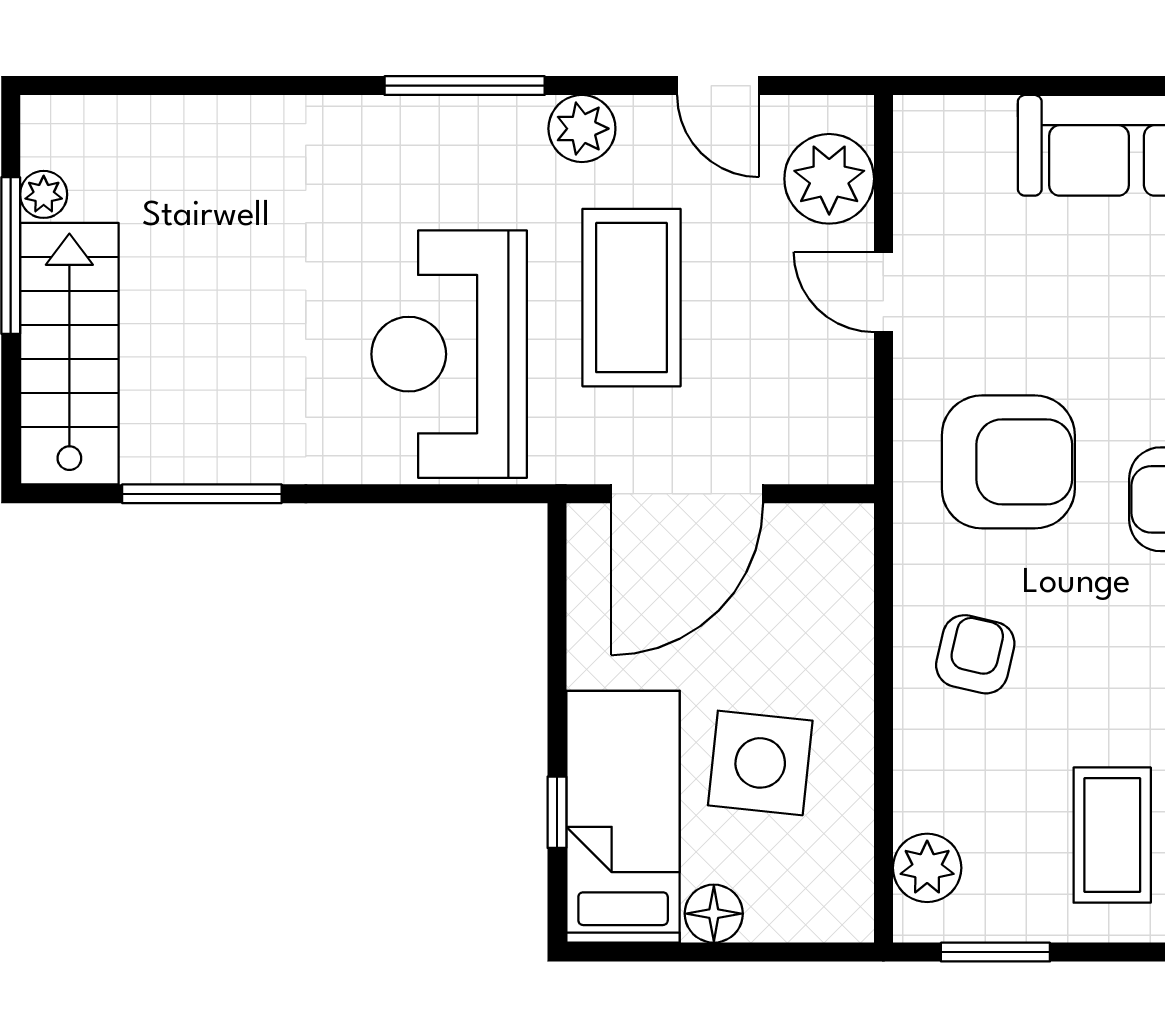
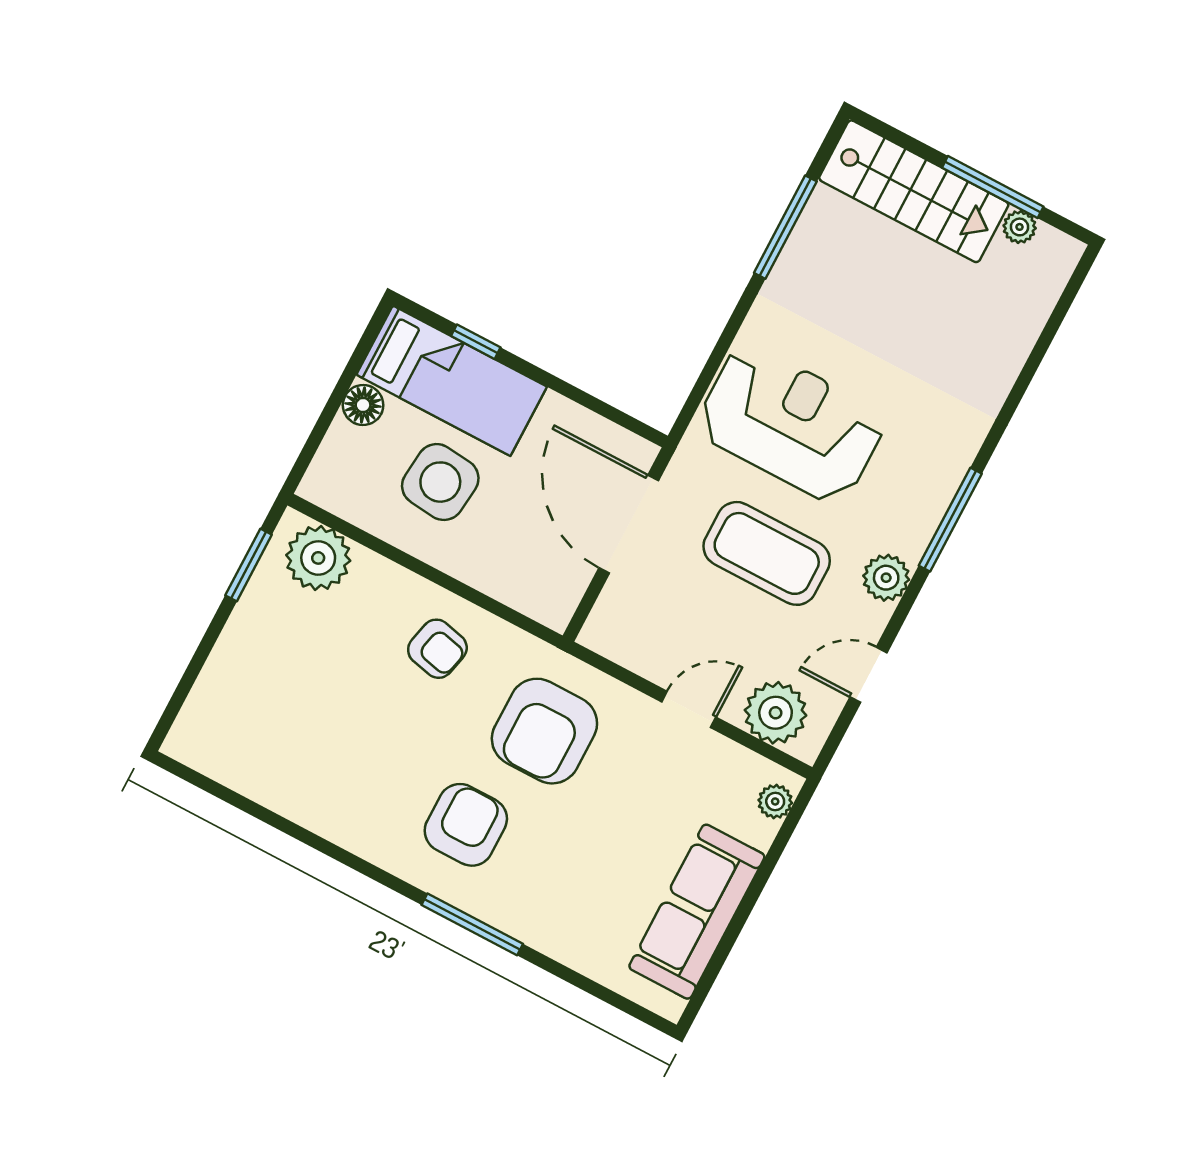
plant: (943, 120) -> (775, 801), added
coffee table: (1112, 835) -> (283, 674), removed
plant: (927, 868) -> (318, 558), width x1.36, depth x1.36

